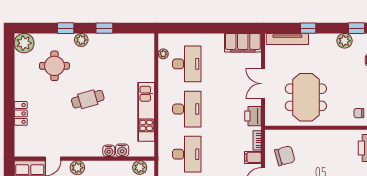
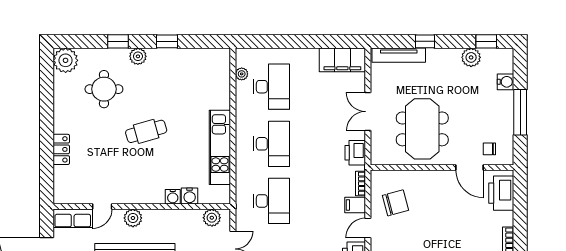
door: (343, 128) -> (469, 167), added

